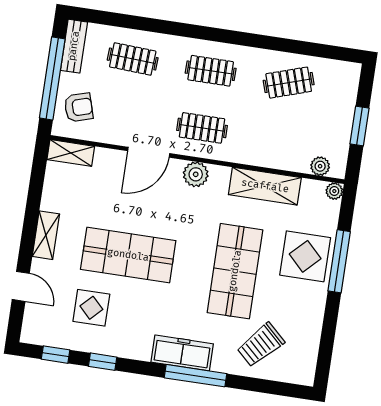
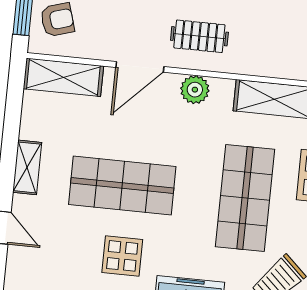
shelving: (71, 153) -> (63, 77), width x1.50, depth x1.33
display table: (91, 308) -> (122, 256), moved

